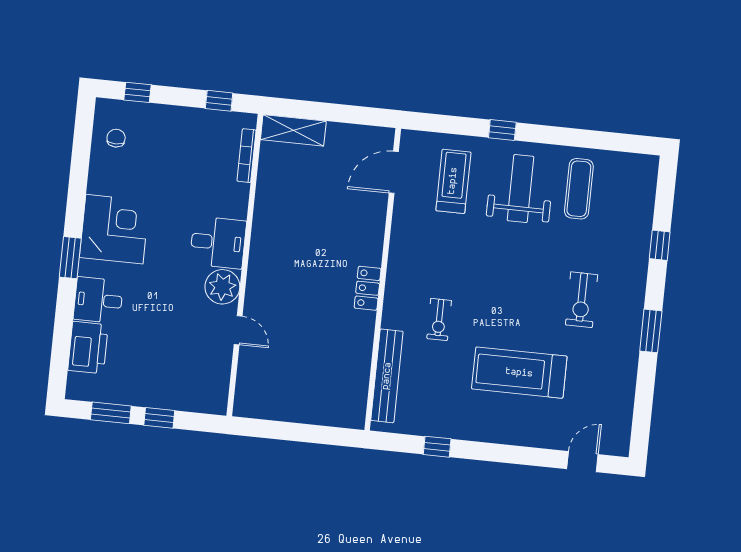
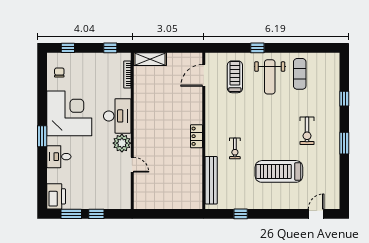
weight bench: (521, 189) -> (270, 77), turned 180
corner desk: (114, 229) -> (69, 113), width x1.36, depth x1.36
desk: (218, 242) -> (117, 116), width x1.37
printer: (88, 348) -> (56, 196), moved

